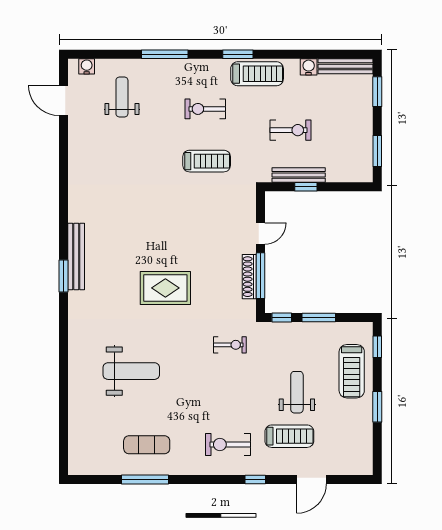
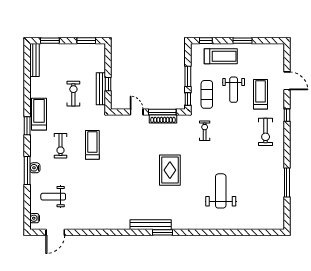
water cooler: (309, 67) -> (35, 168), moved
weight bench: (297, 392) -> (234, 90), turned -90
exercise mat: (147, 445) -> (207, 94), moved

